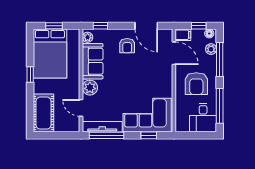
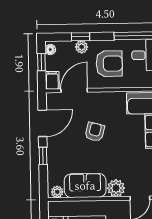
window: (100, 26) -> (43, 156), moved
armchair: (127, 46) -> (95, 132), moved, turned -75
plant: (211, 49) -> (82, 47), moved
window: (220, 59) -> (80, 37), width x0.46

